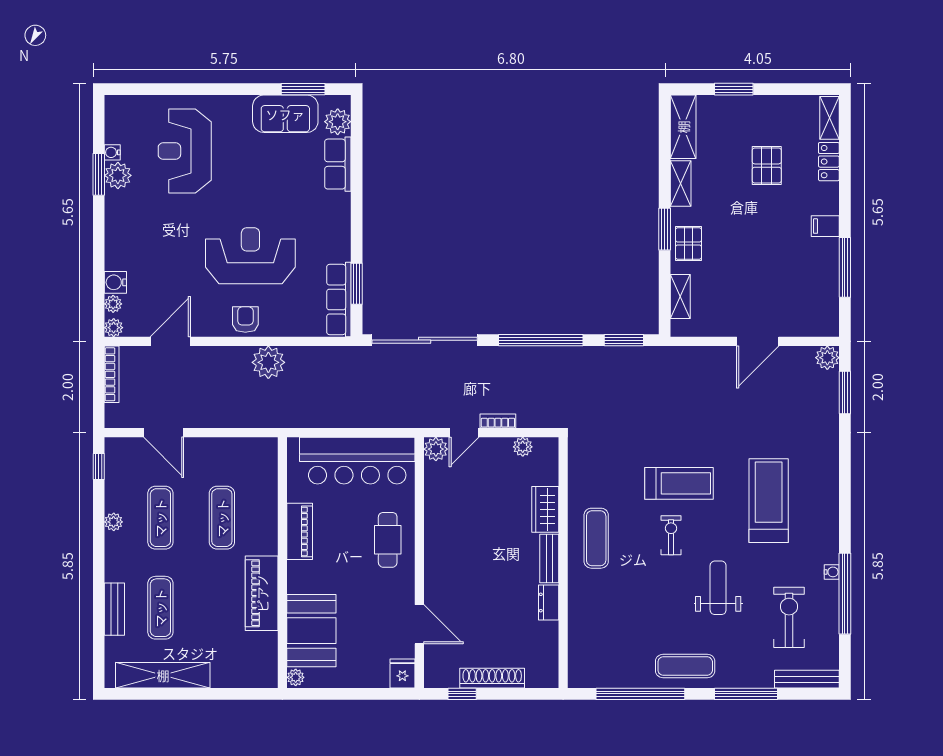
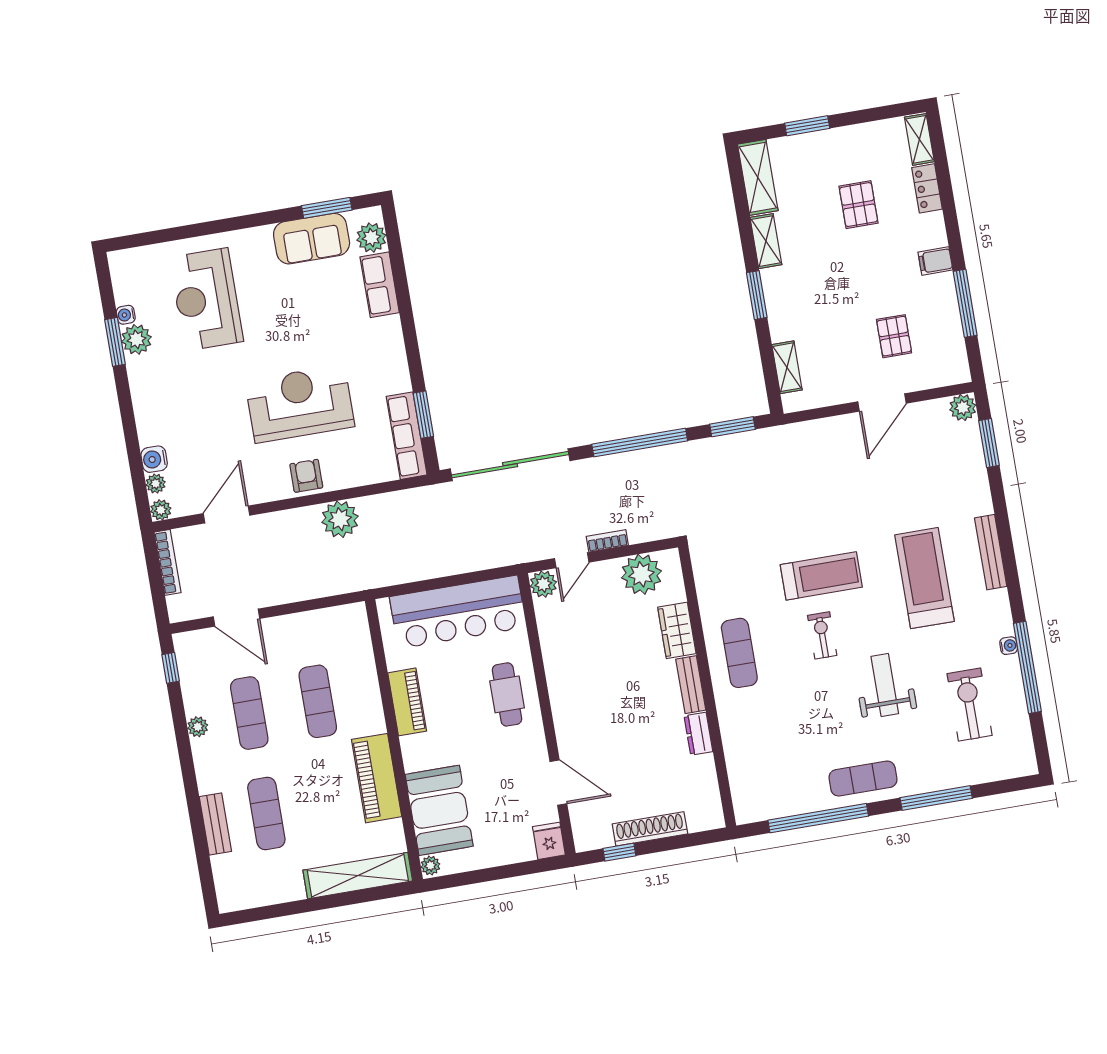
pallet: (688, 244) -> (894, 336), moved
plant: (523, 447) -> (641, 574), width x1.87, depth x1.87
shelving: (163, 675) -> (358, 876), moved
bench: (807, 679) -> (991, 552), moved, turned 90

